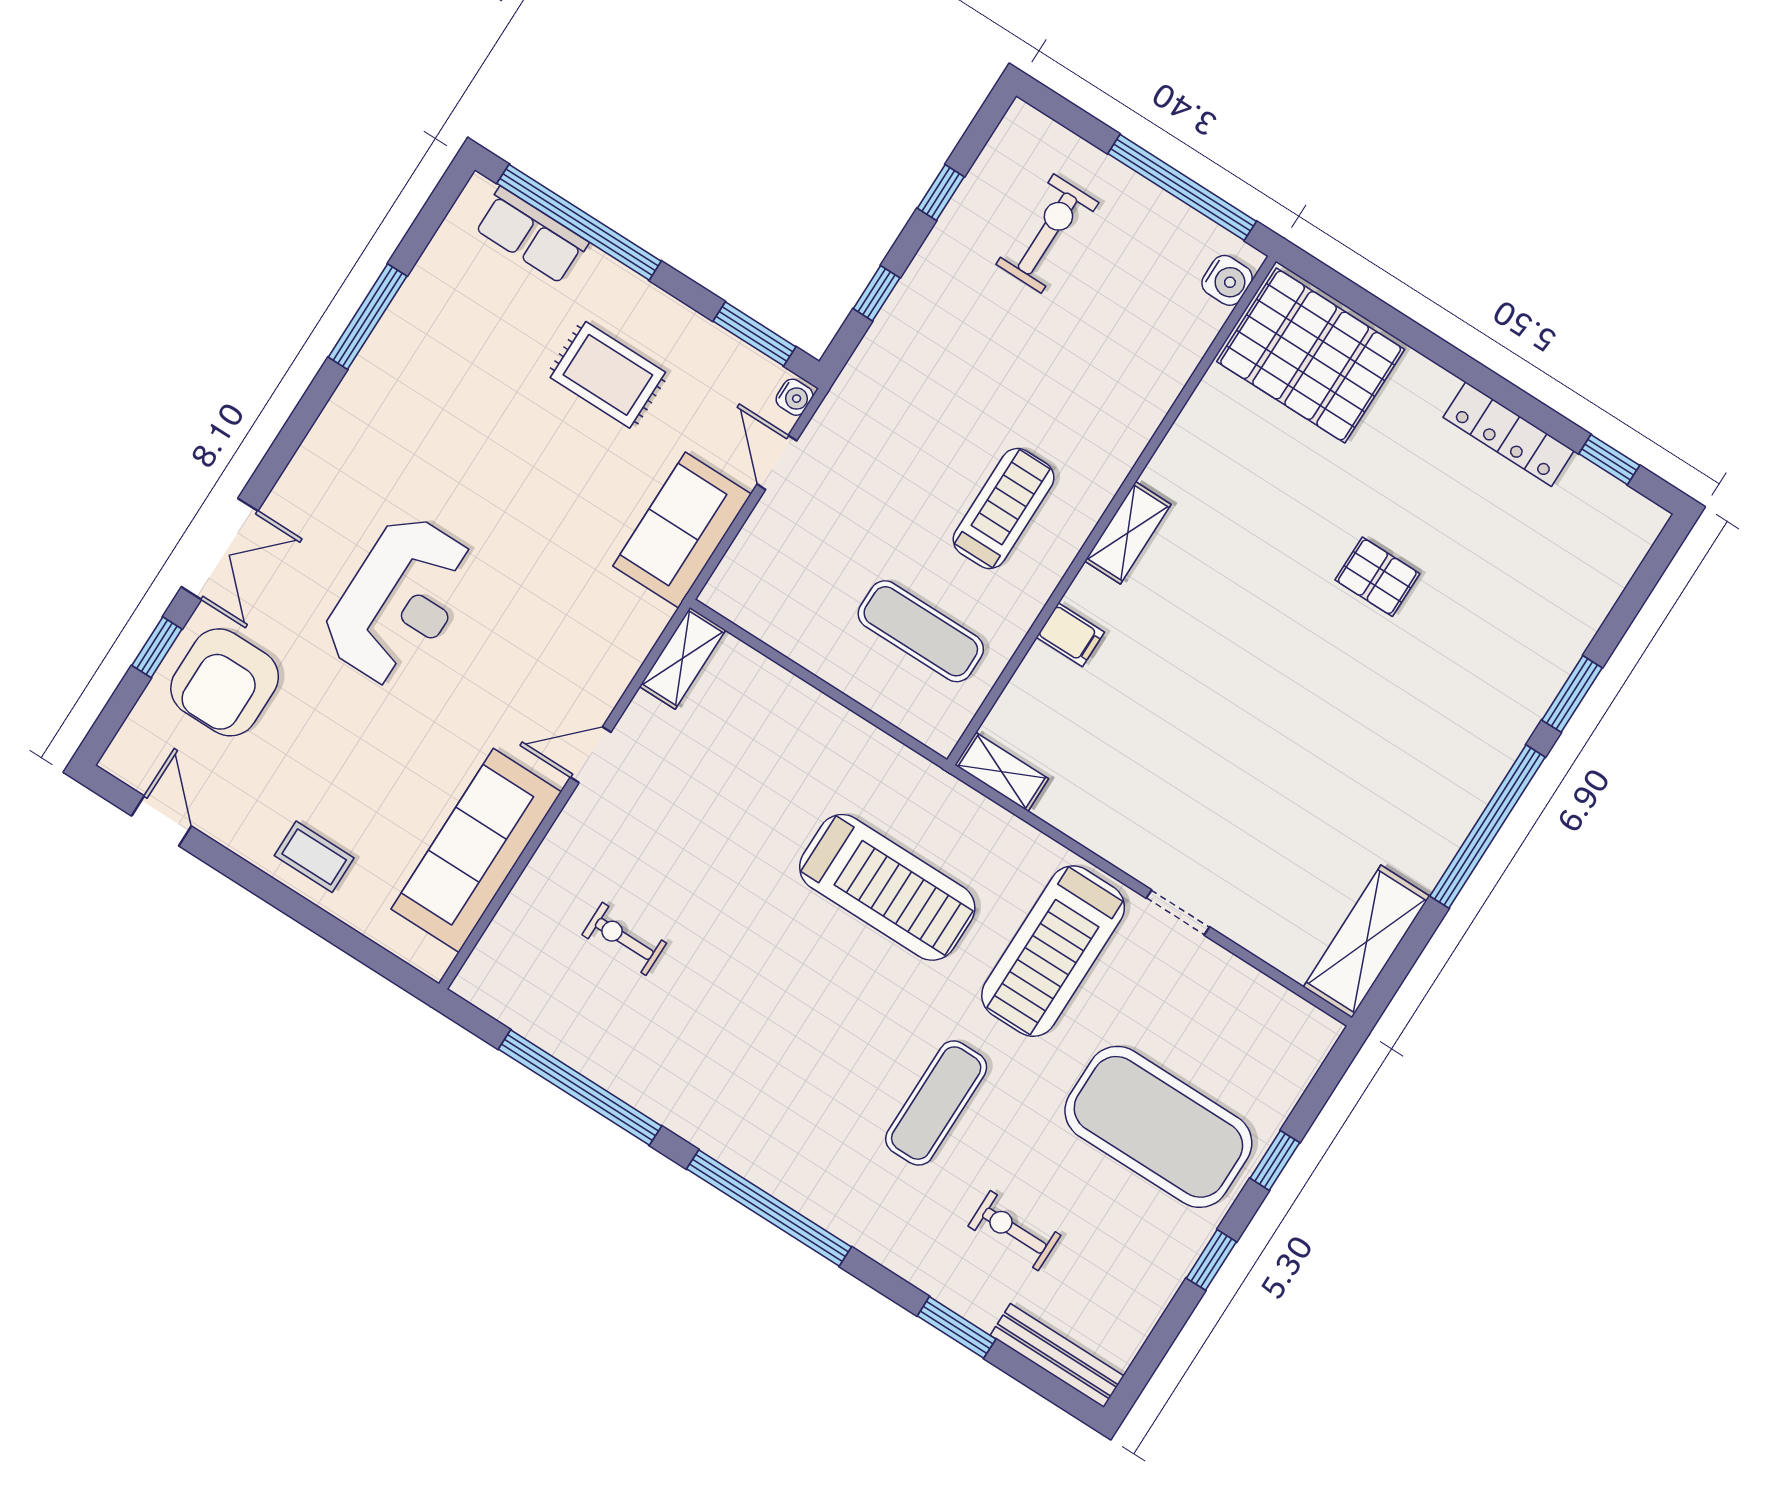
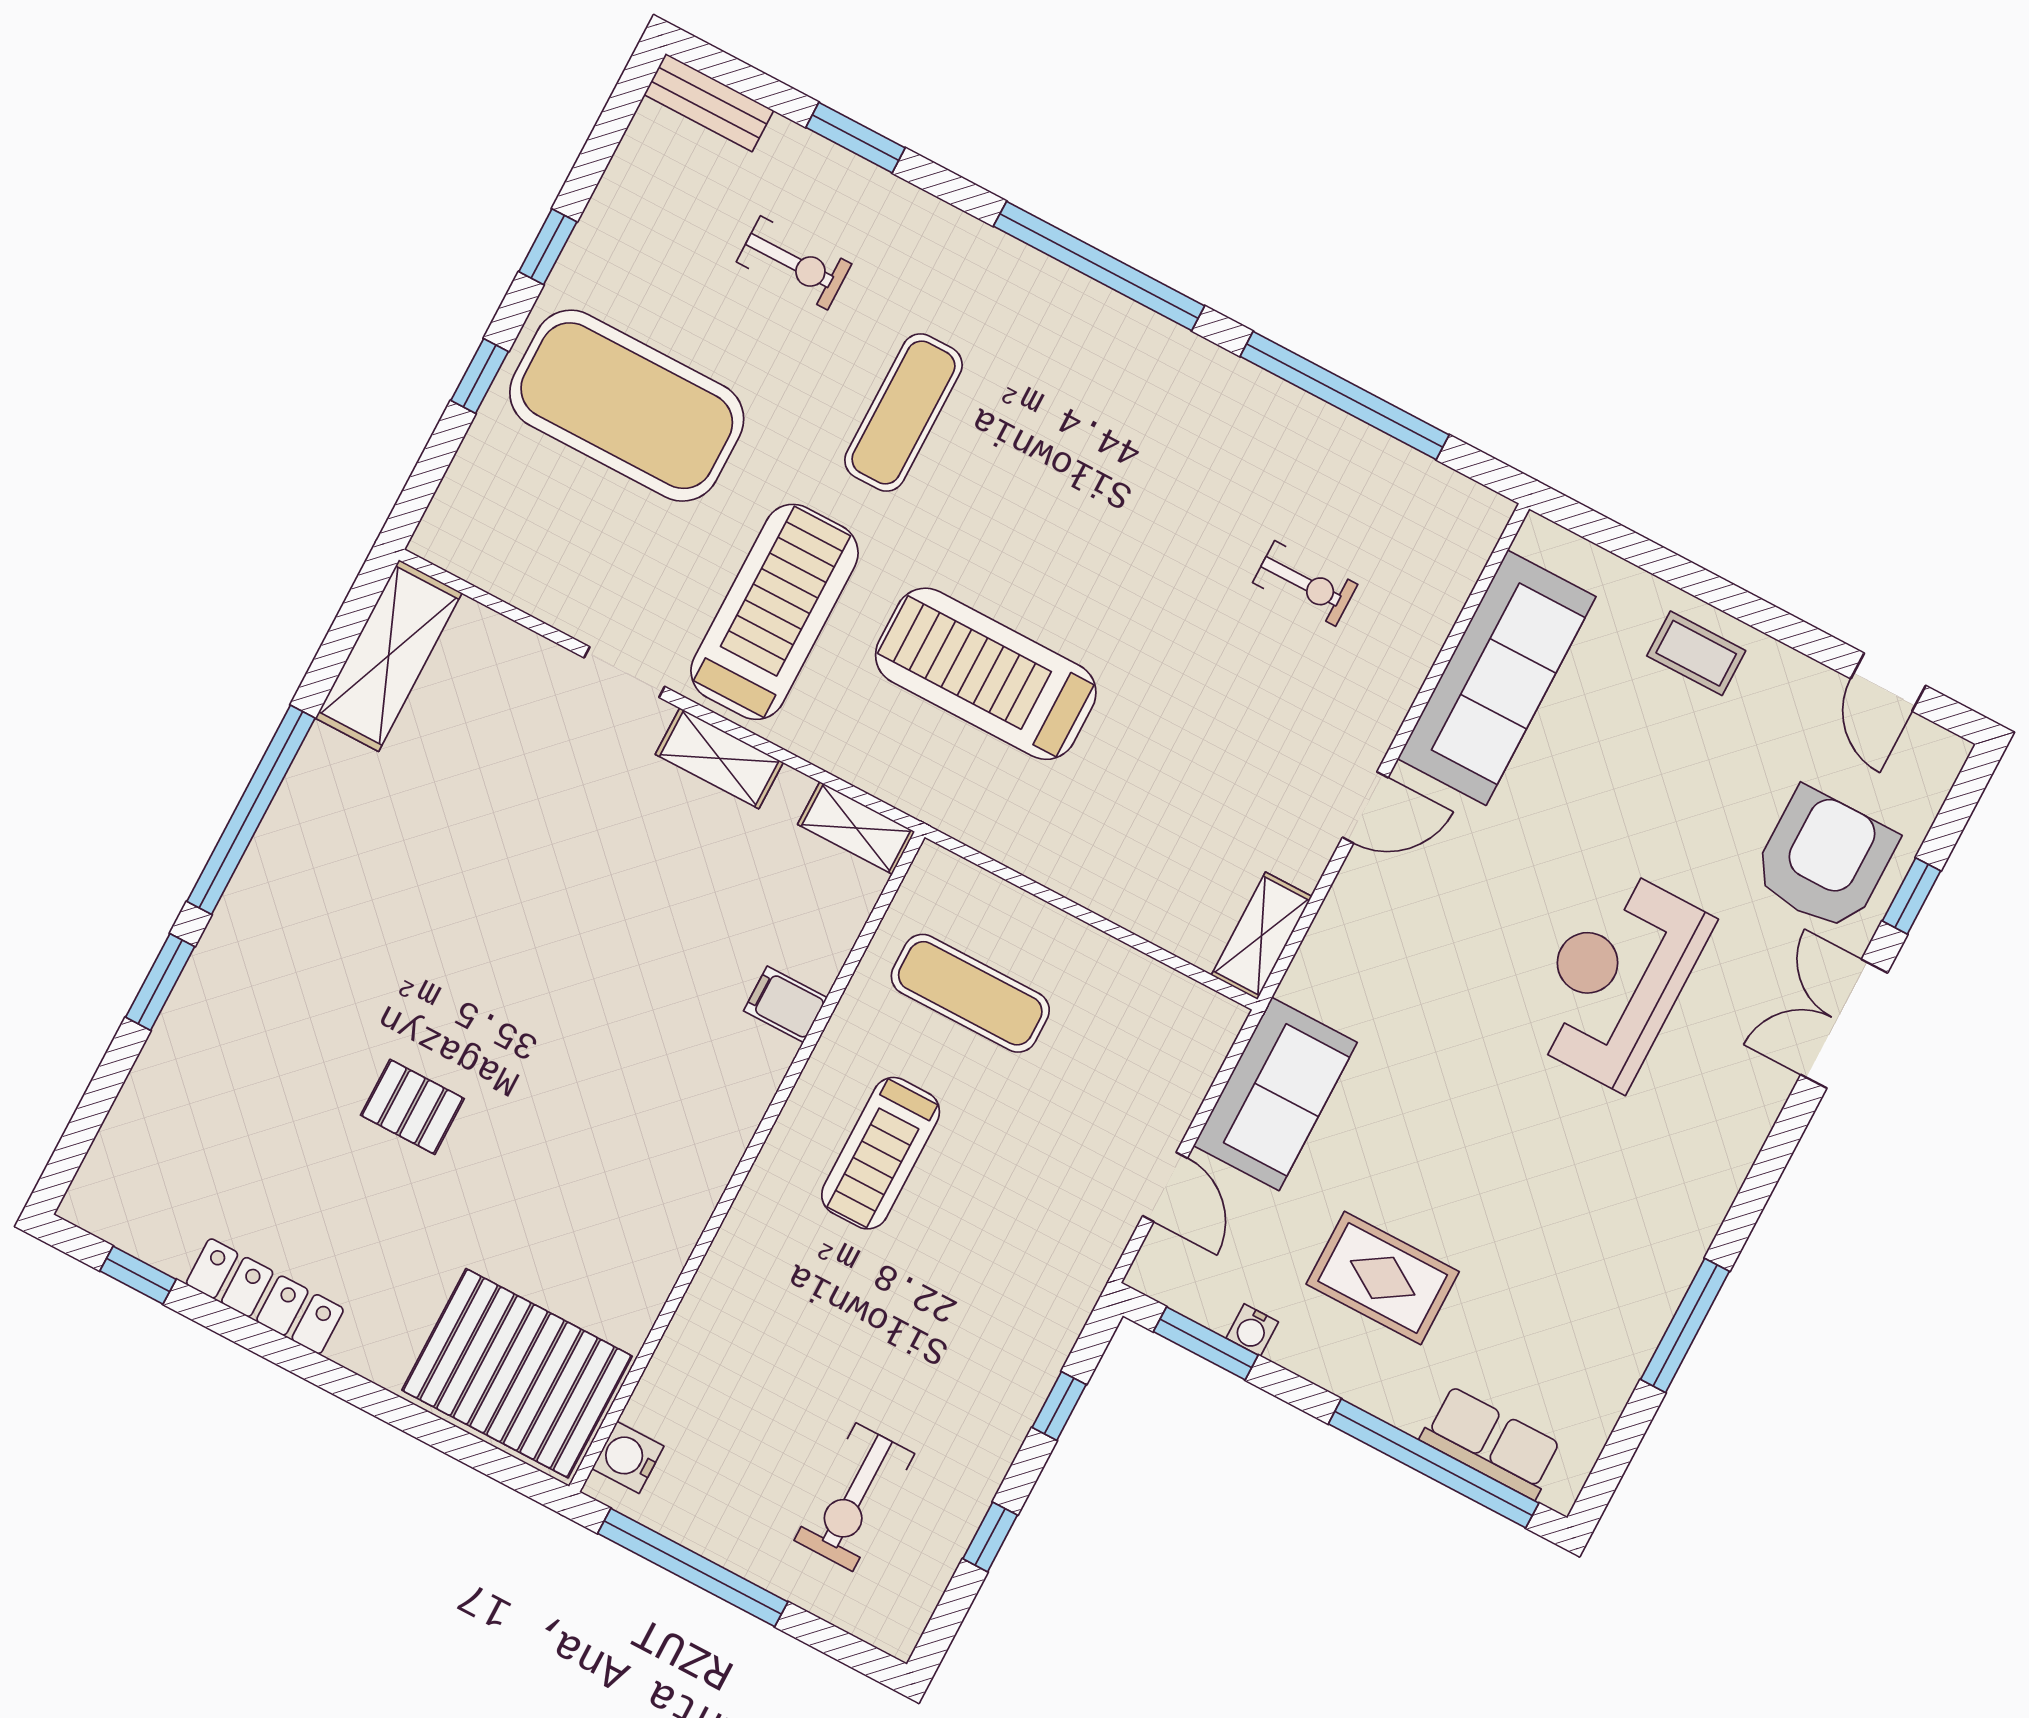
water cooler: (794, 397) -> (1252, 1330), moved, turned -90
shelving: (1128, 533) -> (719, 758), moved, turned 90
bench: (1057, 1356) -> (709, 103), width x0.73

